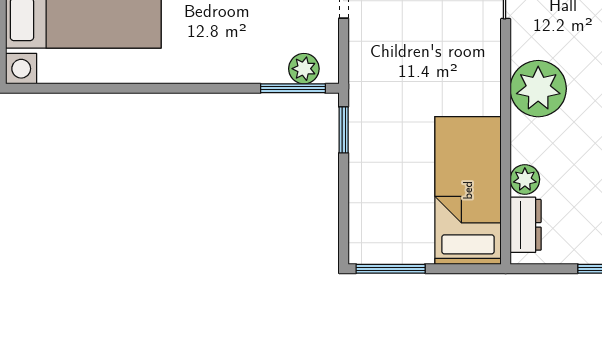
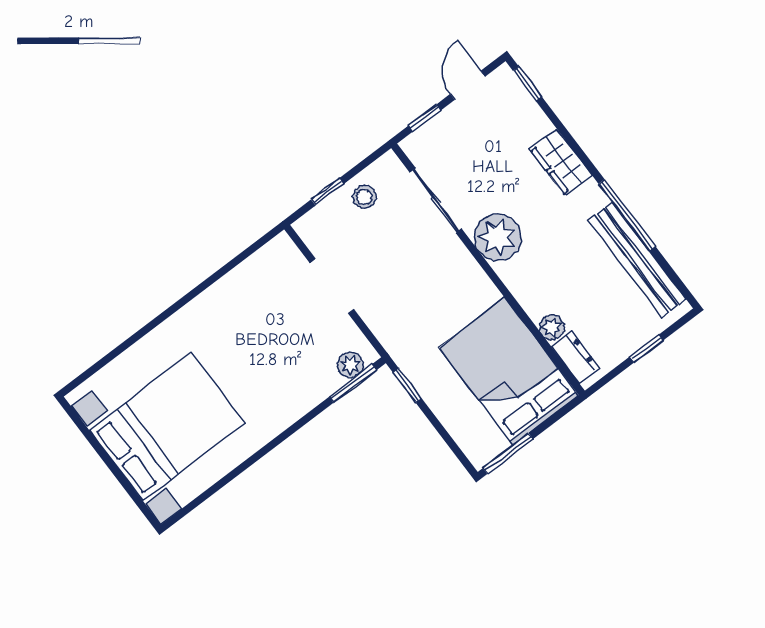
plant: (538, 89) -> (497, 237), moved
bed: (468, 190) -> (509, 371), width x1.50

